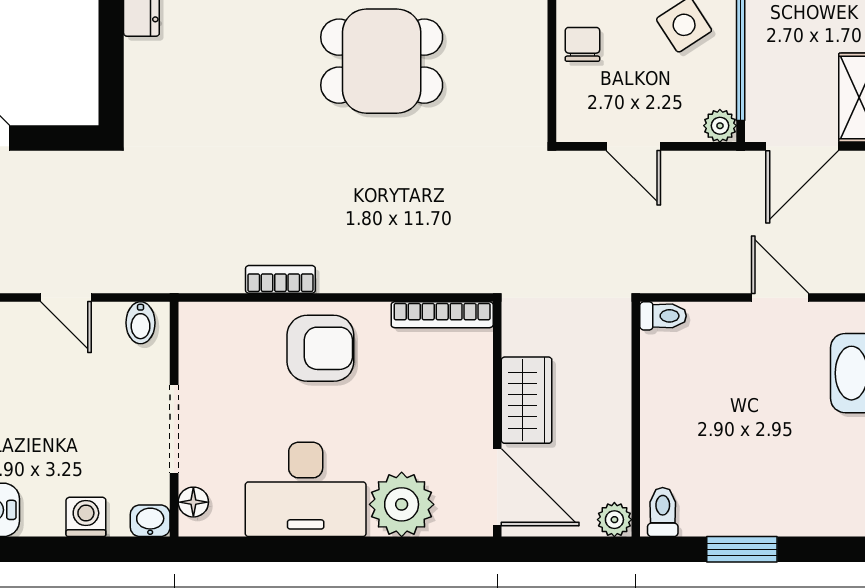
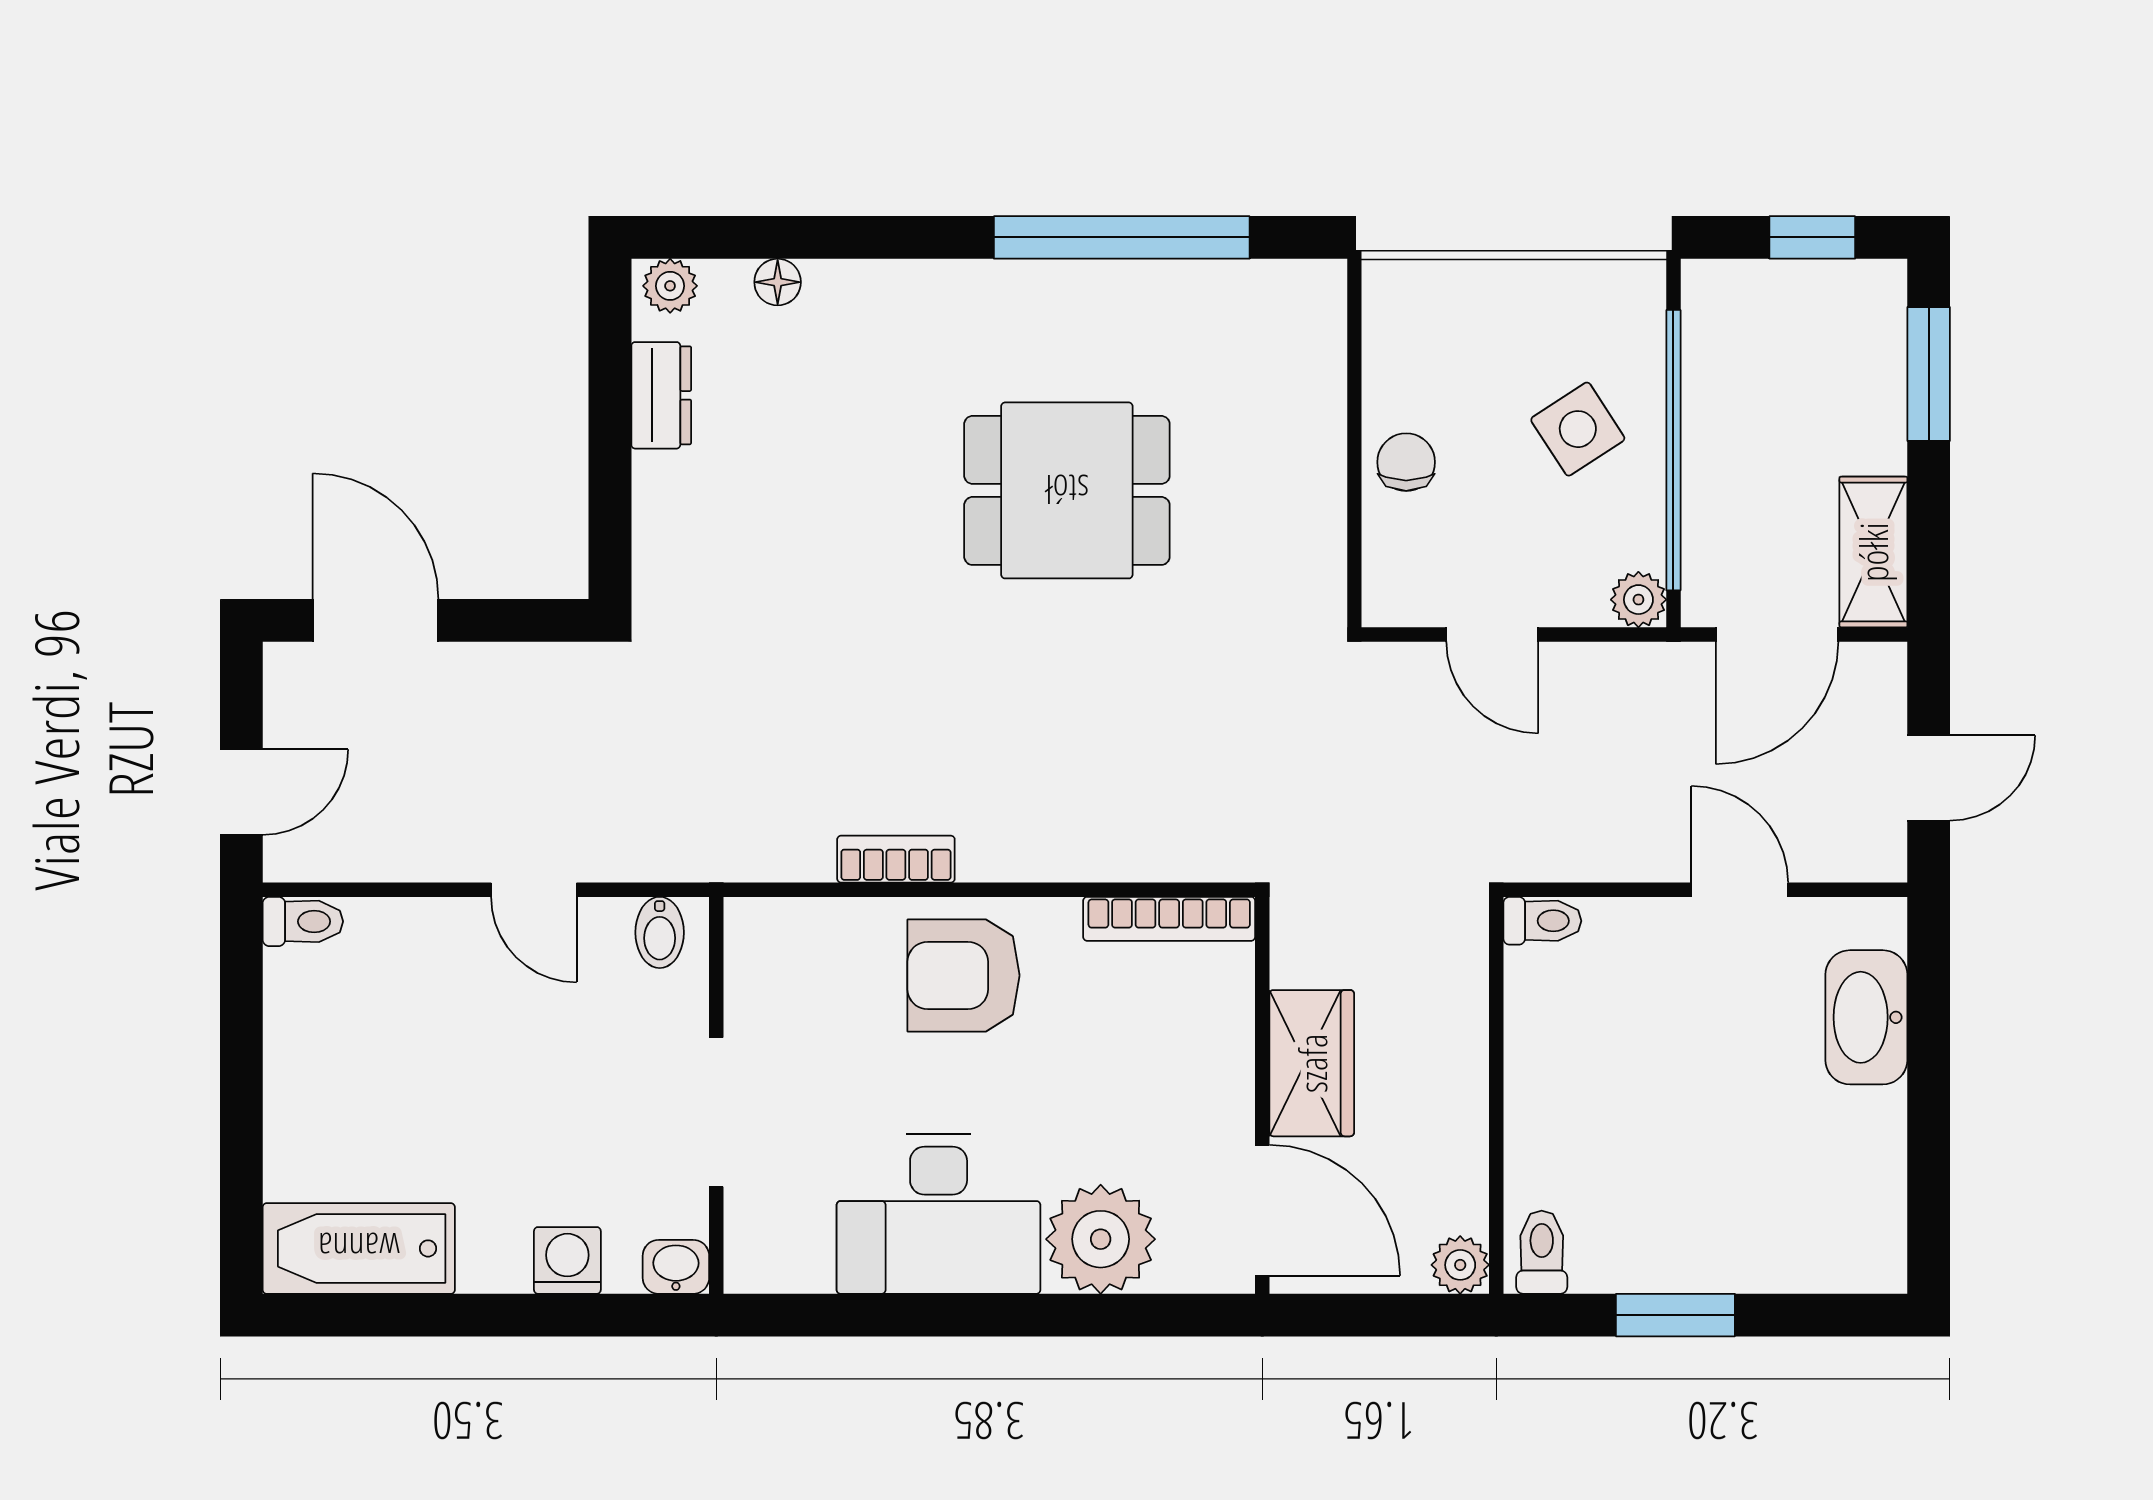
armchair: (320, 348) -> (963, 975), turned 180
floor lamp: (193, 502) -> (749, 1235), removed

